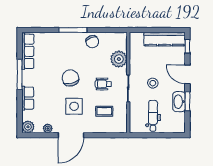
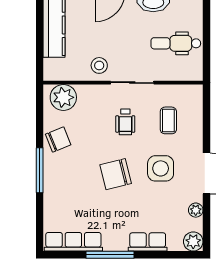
plant: (119, 59) -> (63, 97), moved
stool: (153, 83) -> (99, 65), moved

